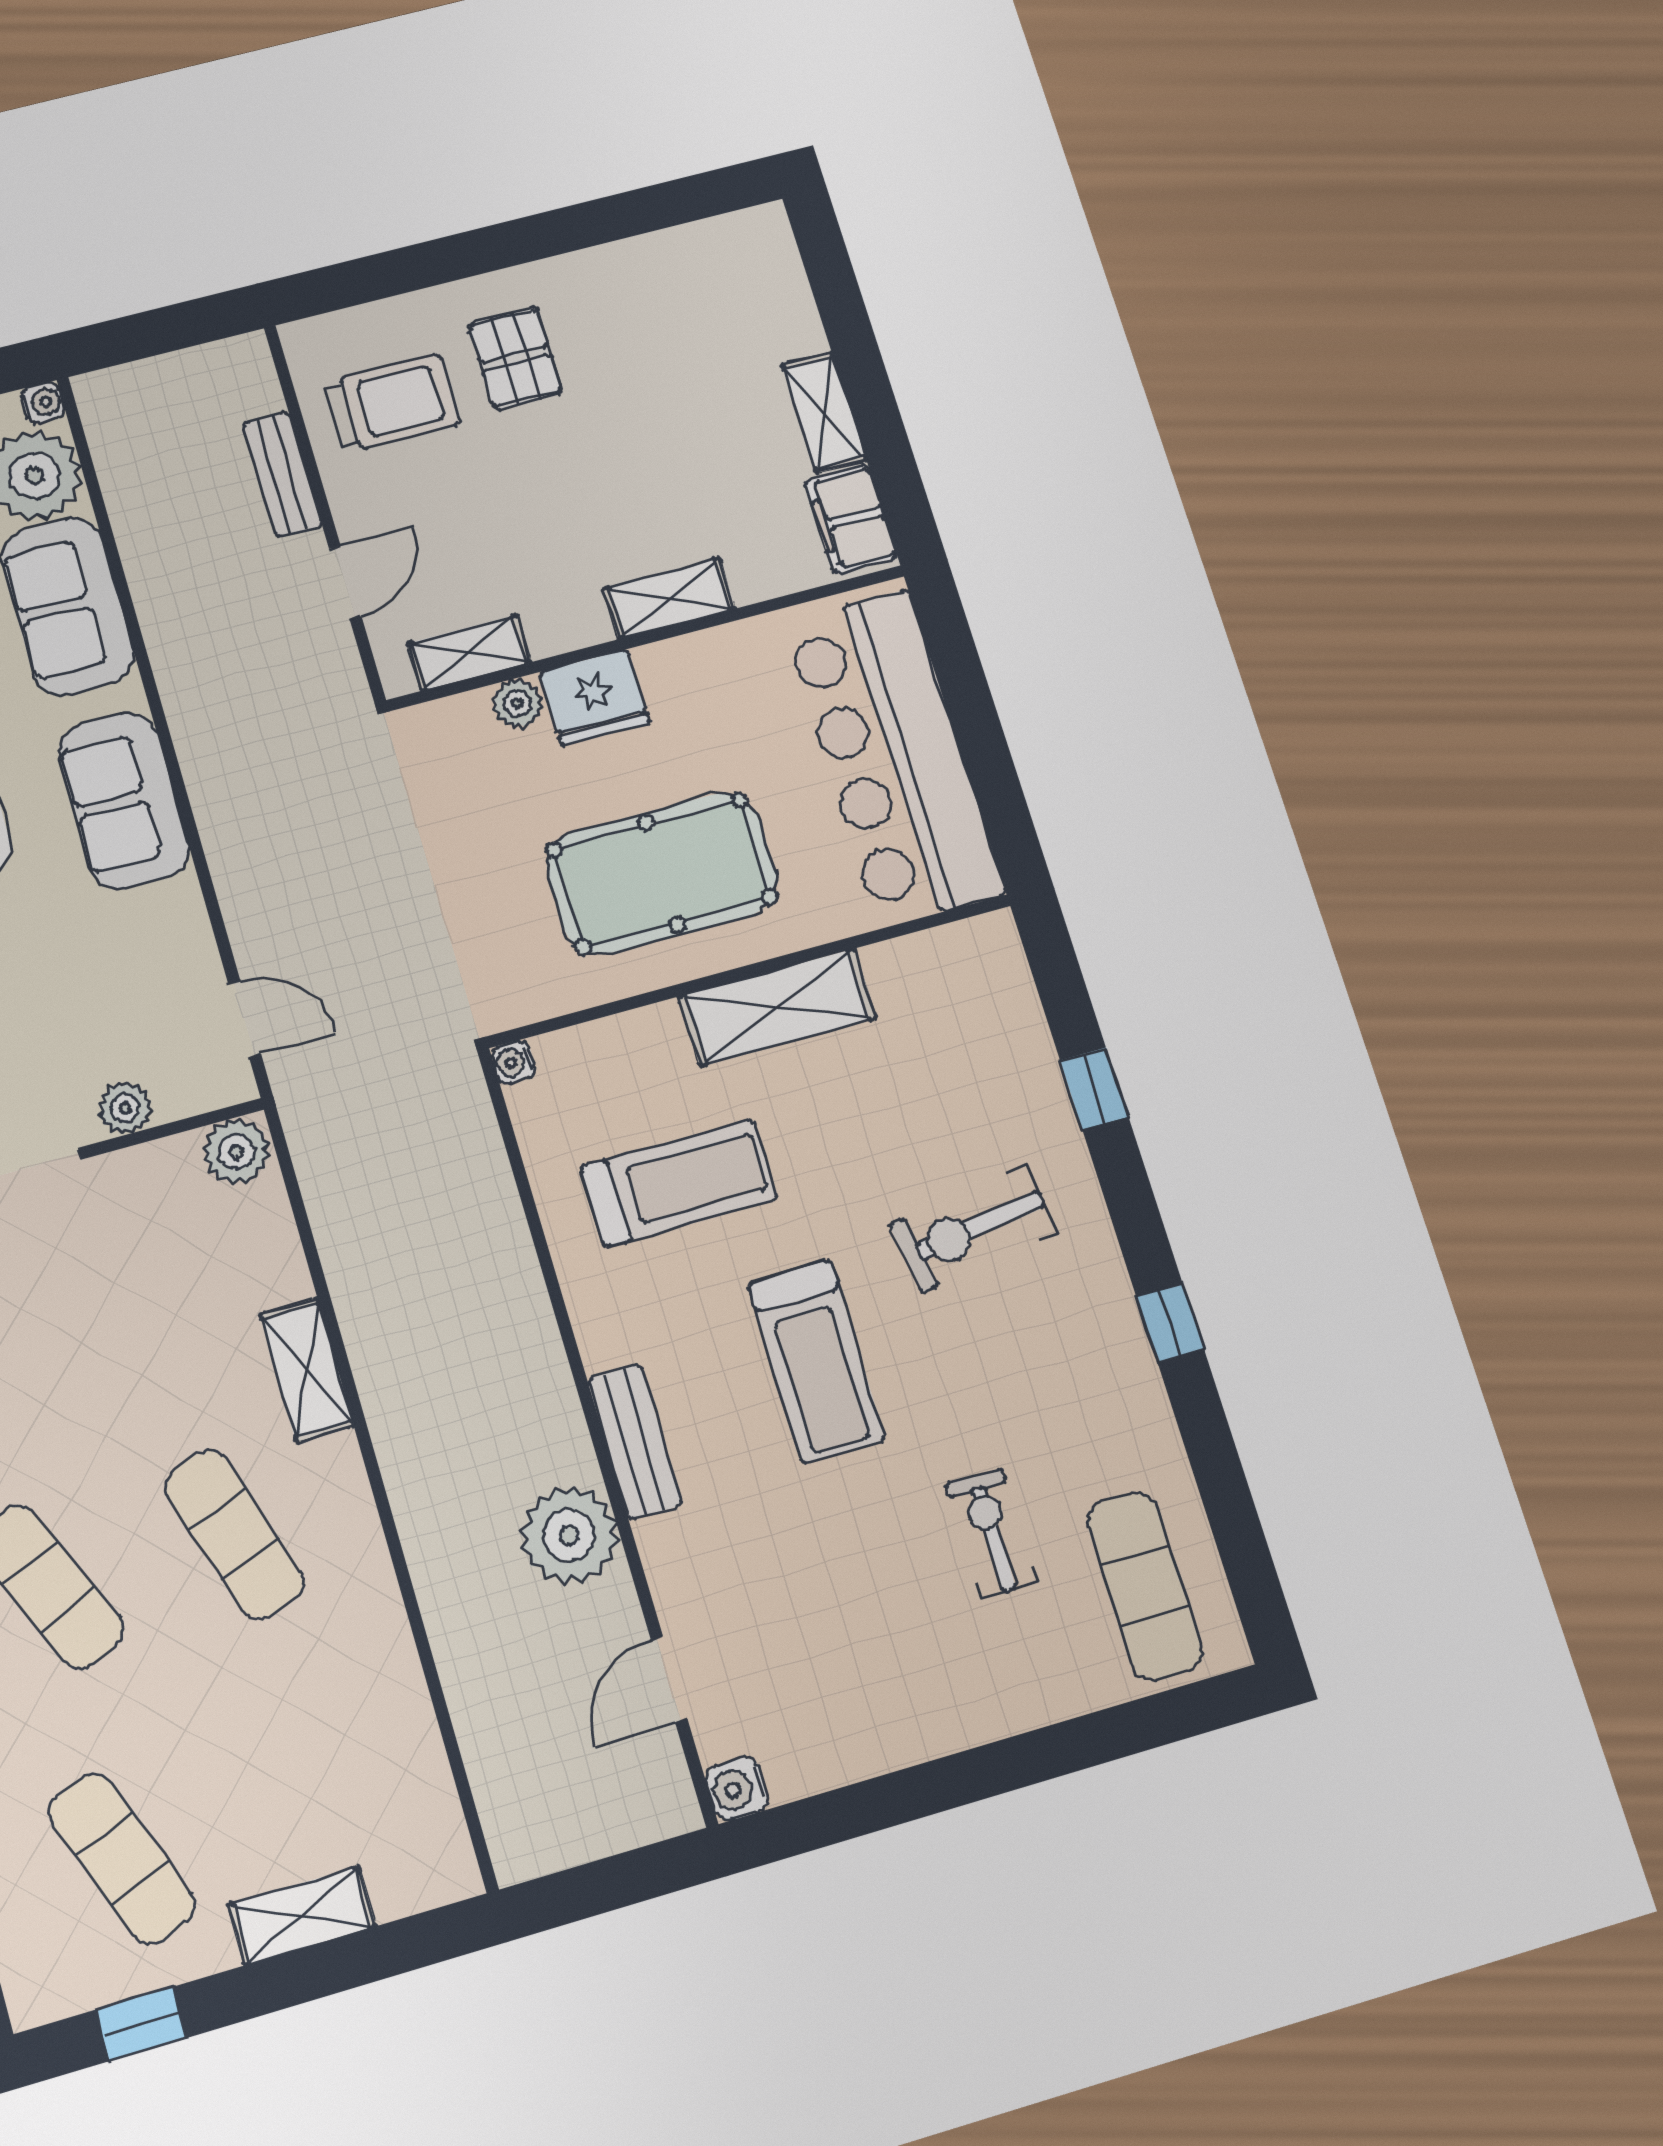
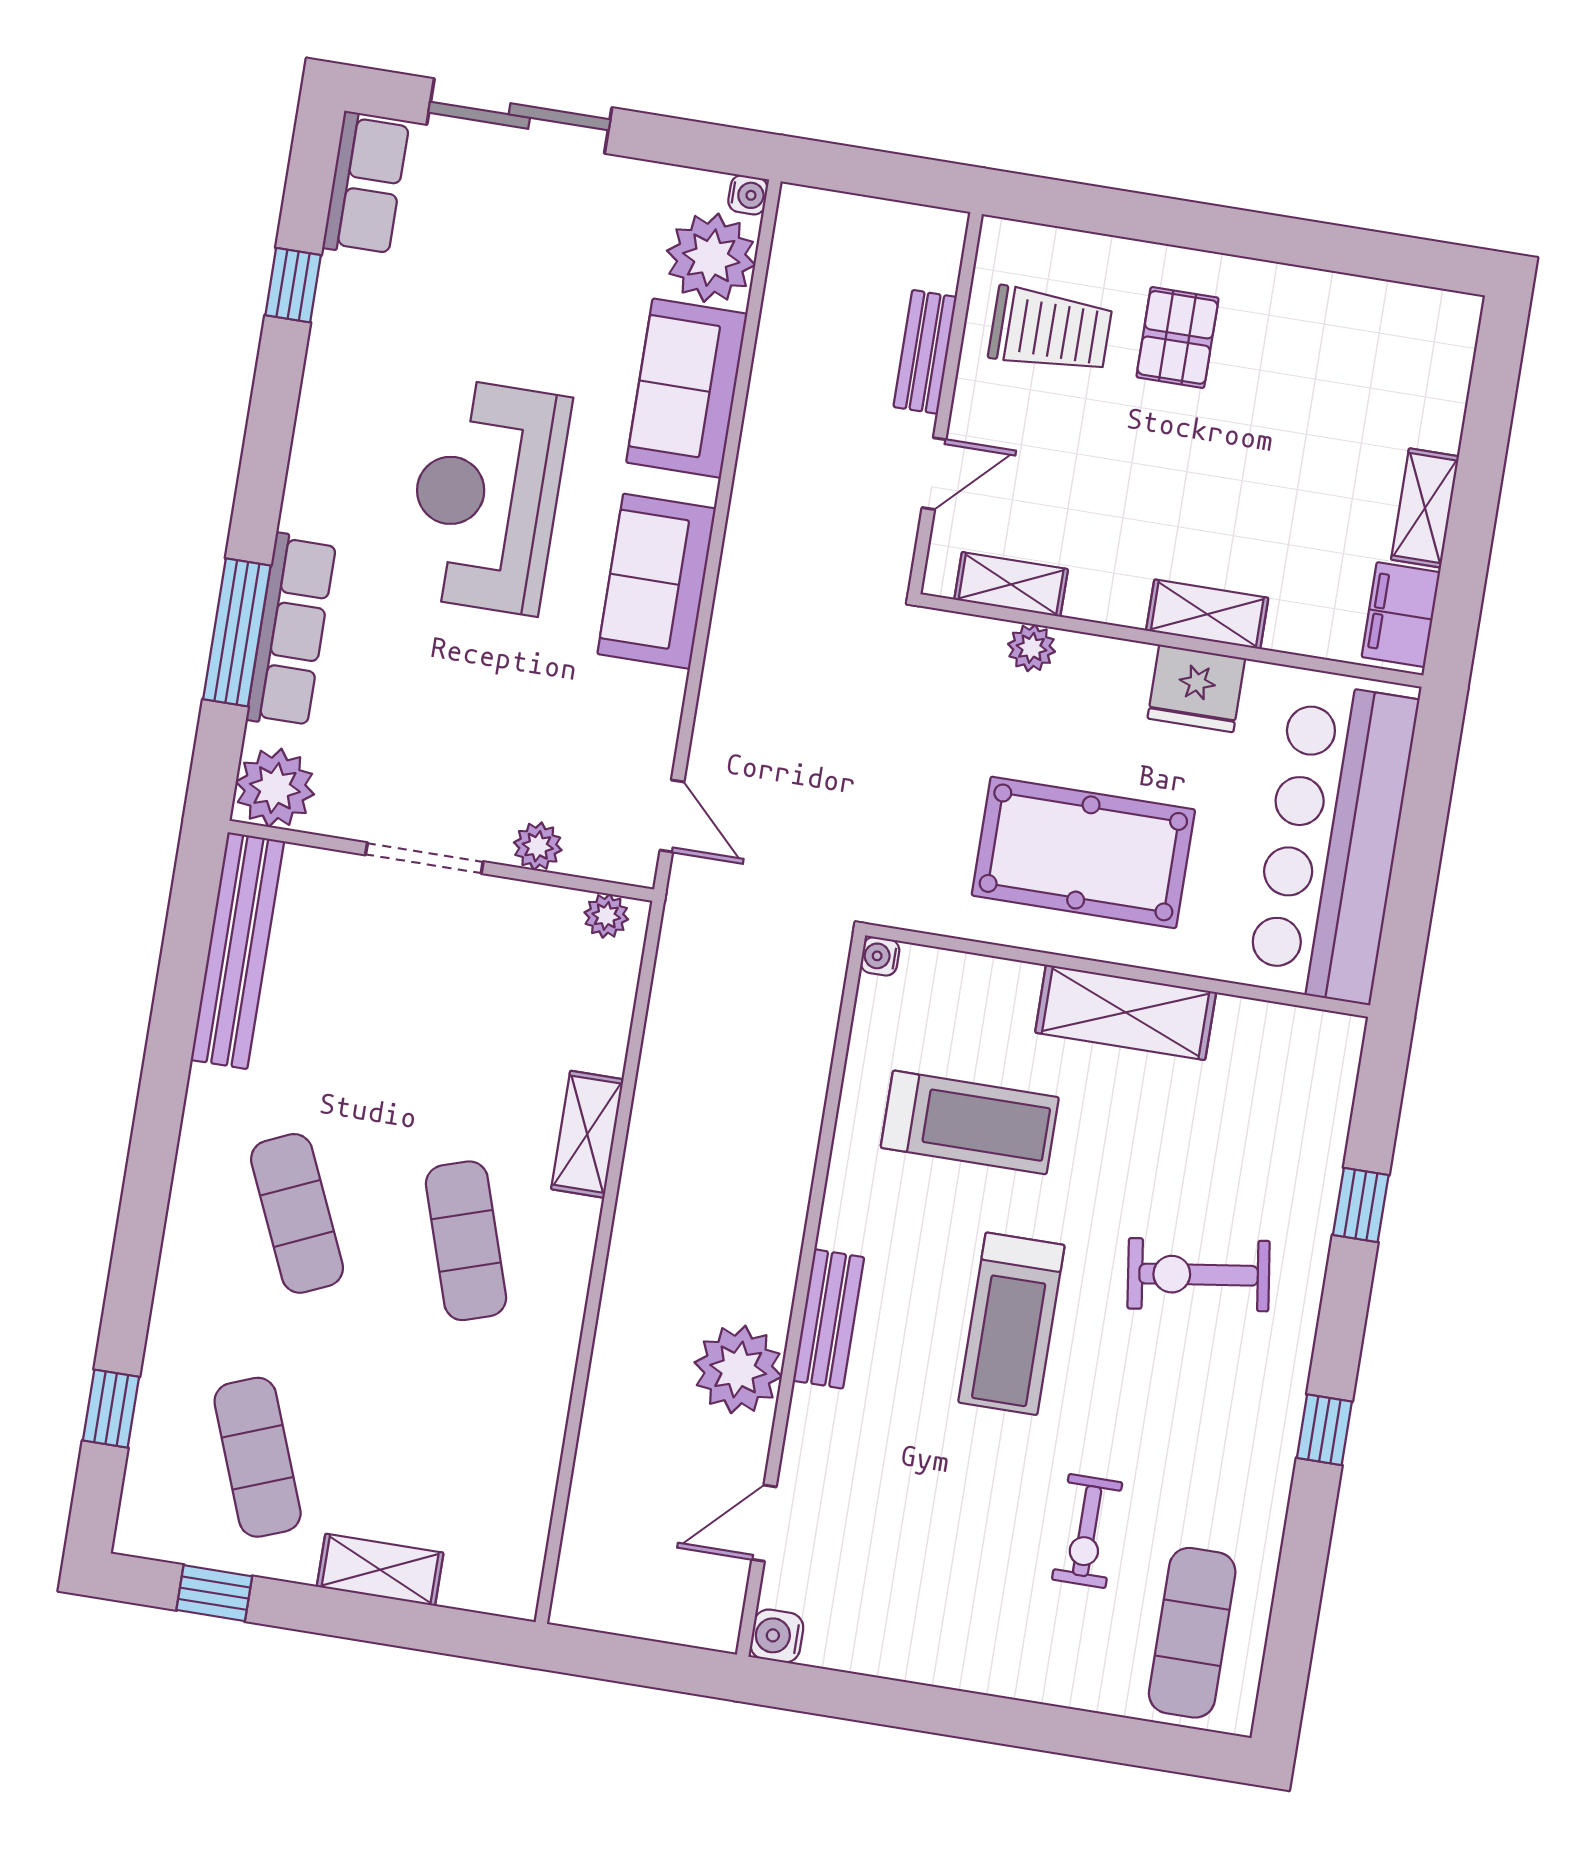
fridge: (595, 698) -> (1196, 688), moved
plant: (236, 1151) -> (606, 916), width x0.73, depth x0.73
exercise bike: (992, 1533) -> (1087, 1531), turned 180

